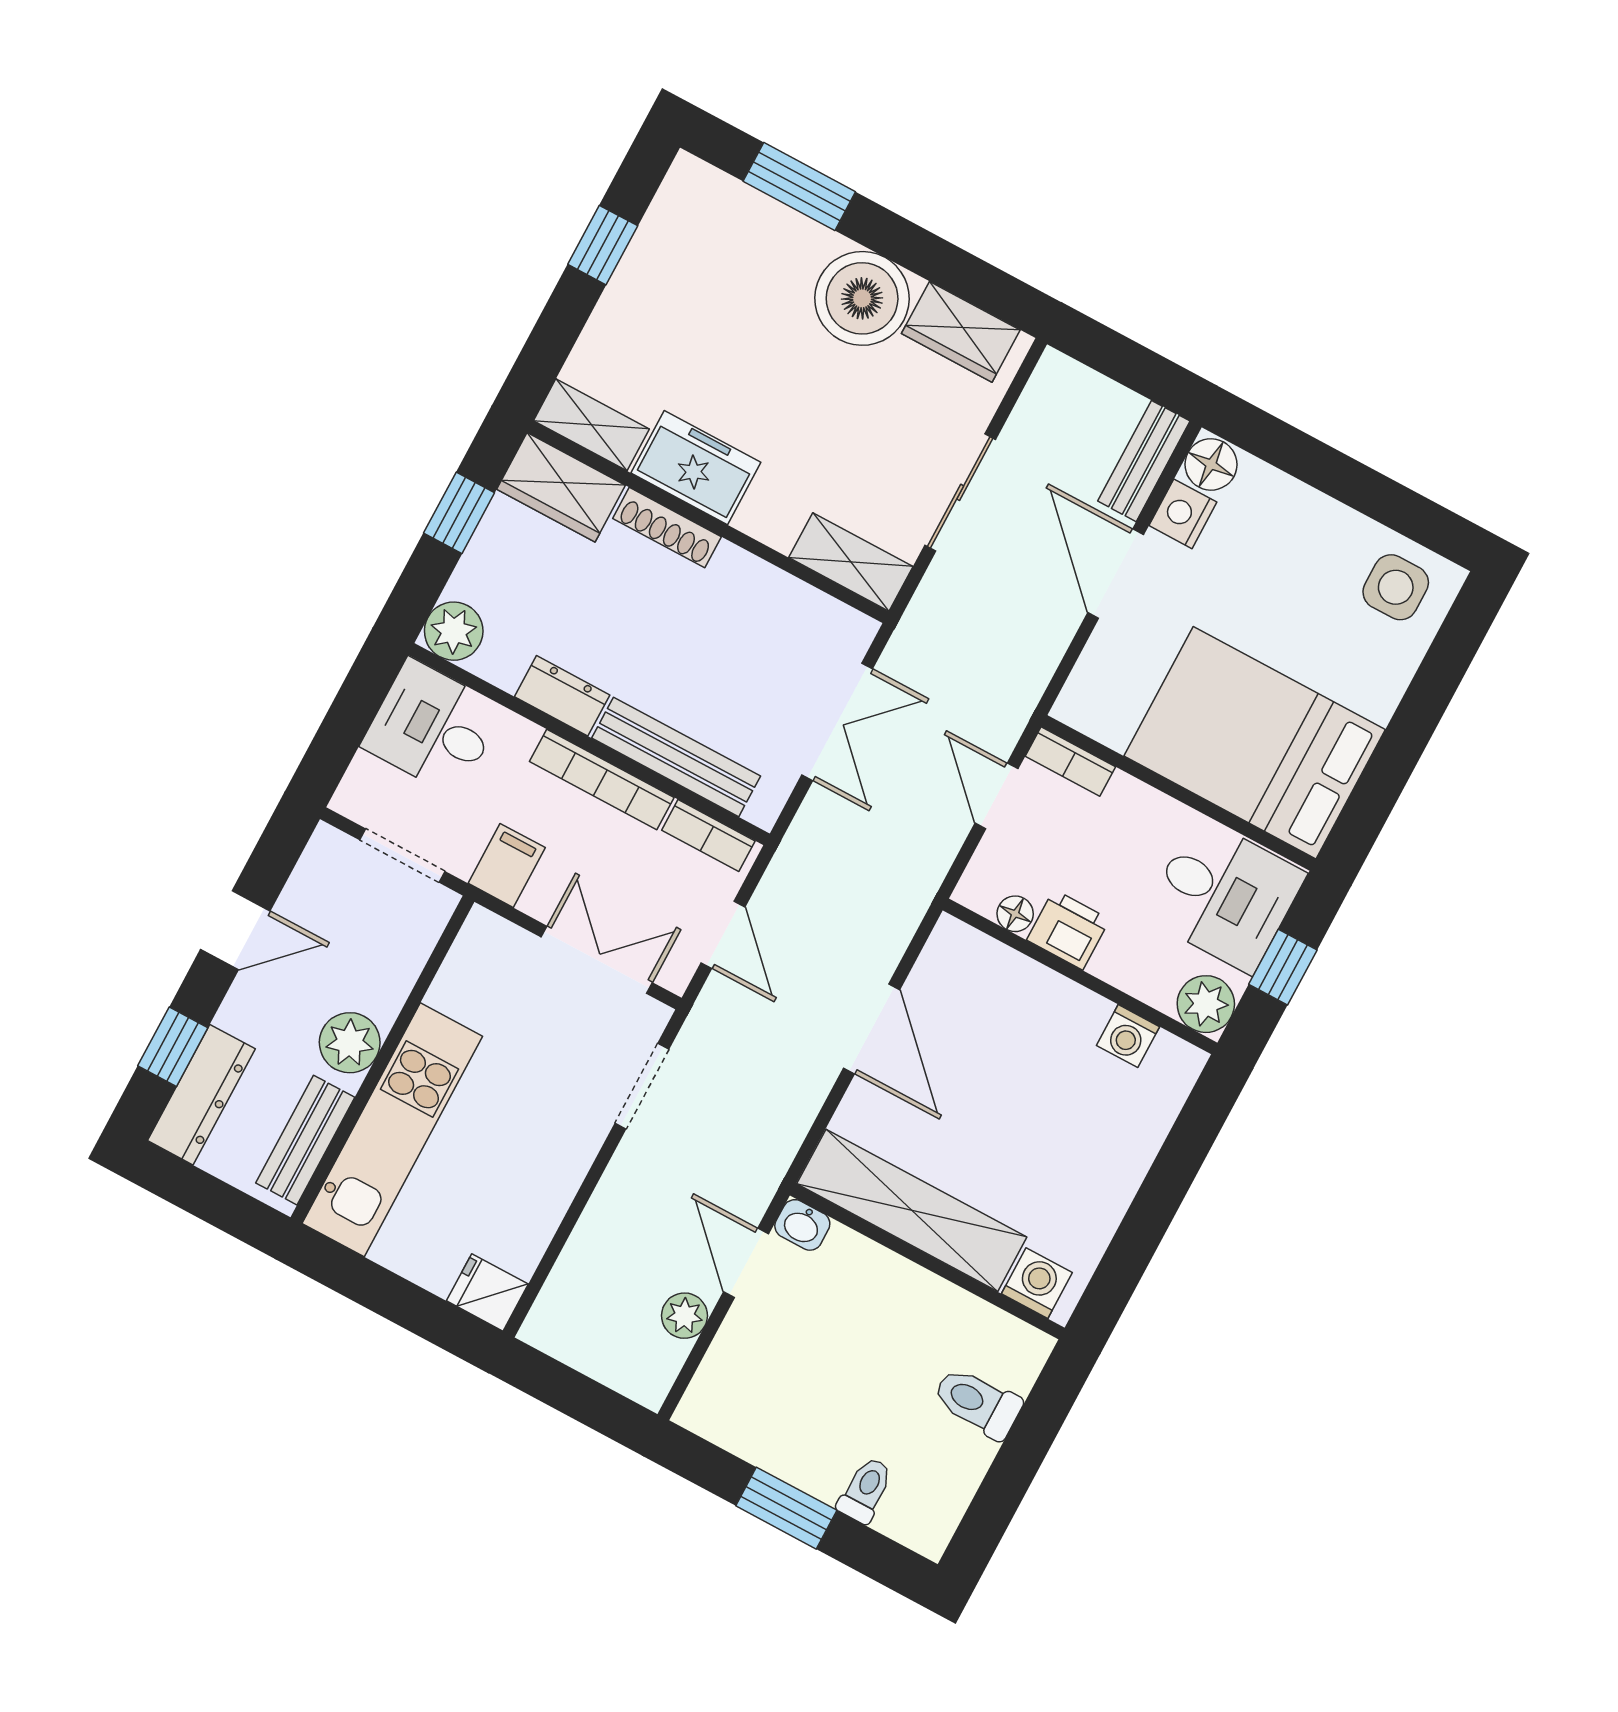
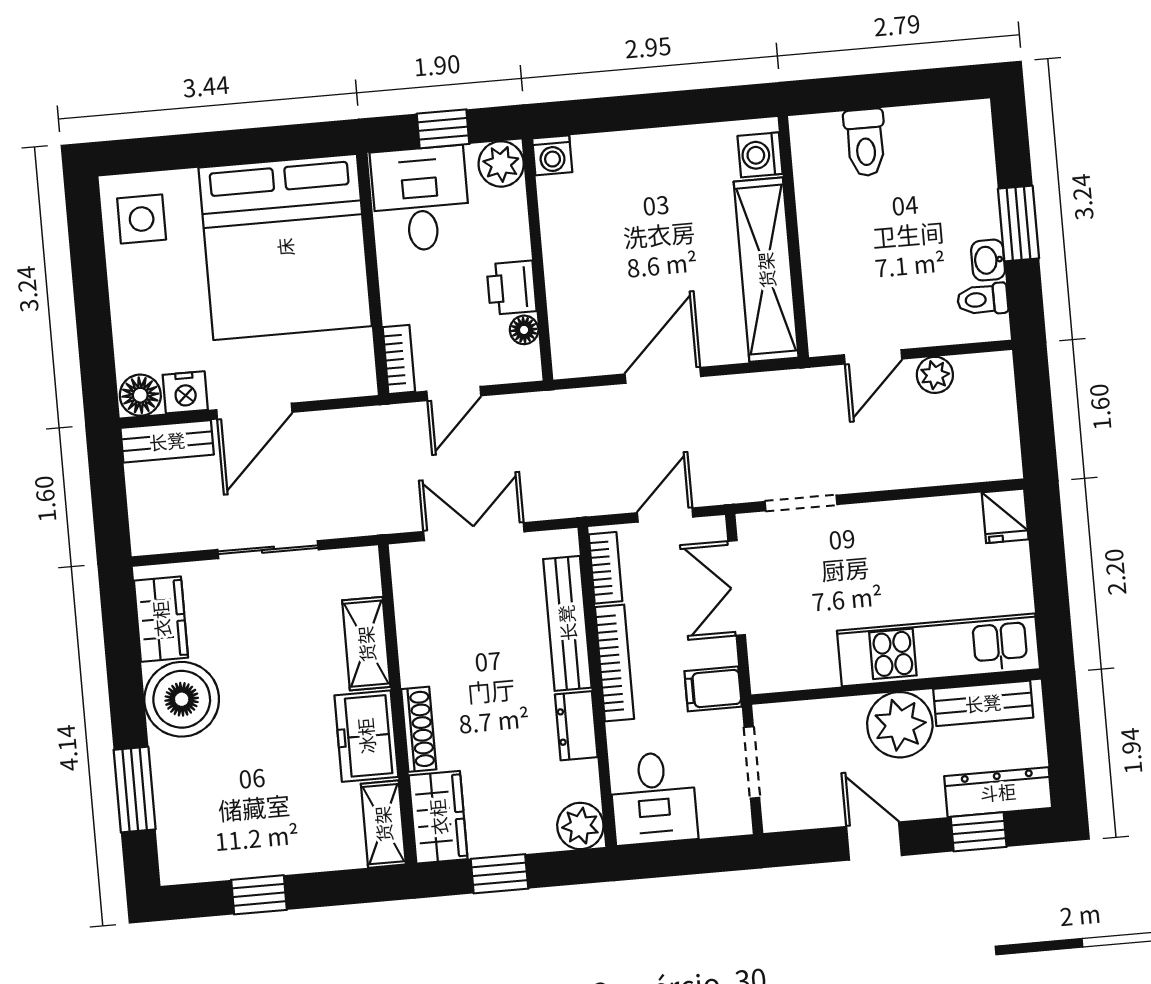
shelving: (851, 562) -> (366, 644), moved
bed: (1255, 743) -> (285, 247), width x1.36
washing machine: (1128, 1036) -> (552, 155), moved, turned 90
plant: (350, 1043) -> (900, 725), width x1.36, depth x1.36
washbasin: (802, 1225) -> (988, 260), moved, turned 180
toilet: (865, 1490) -> (983, 299), moved

